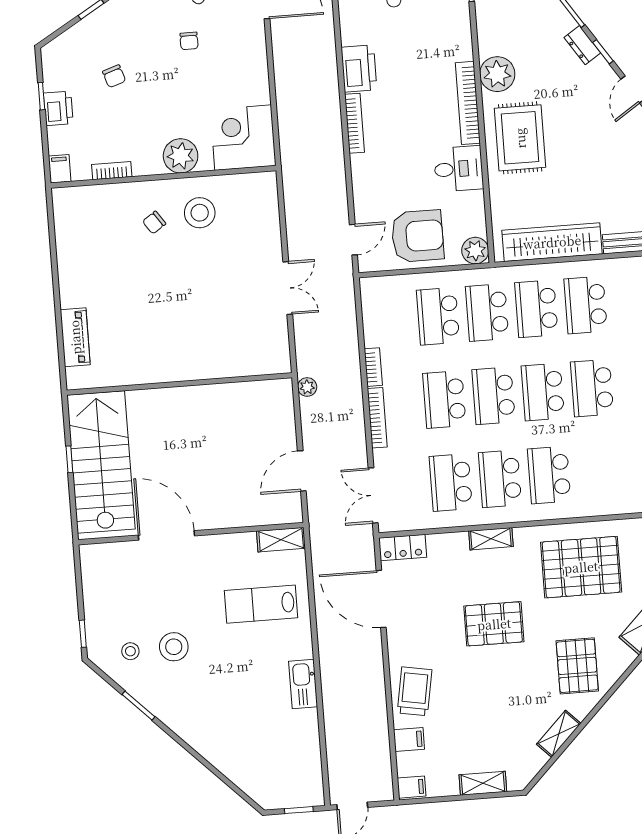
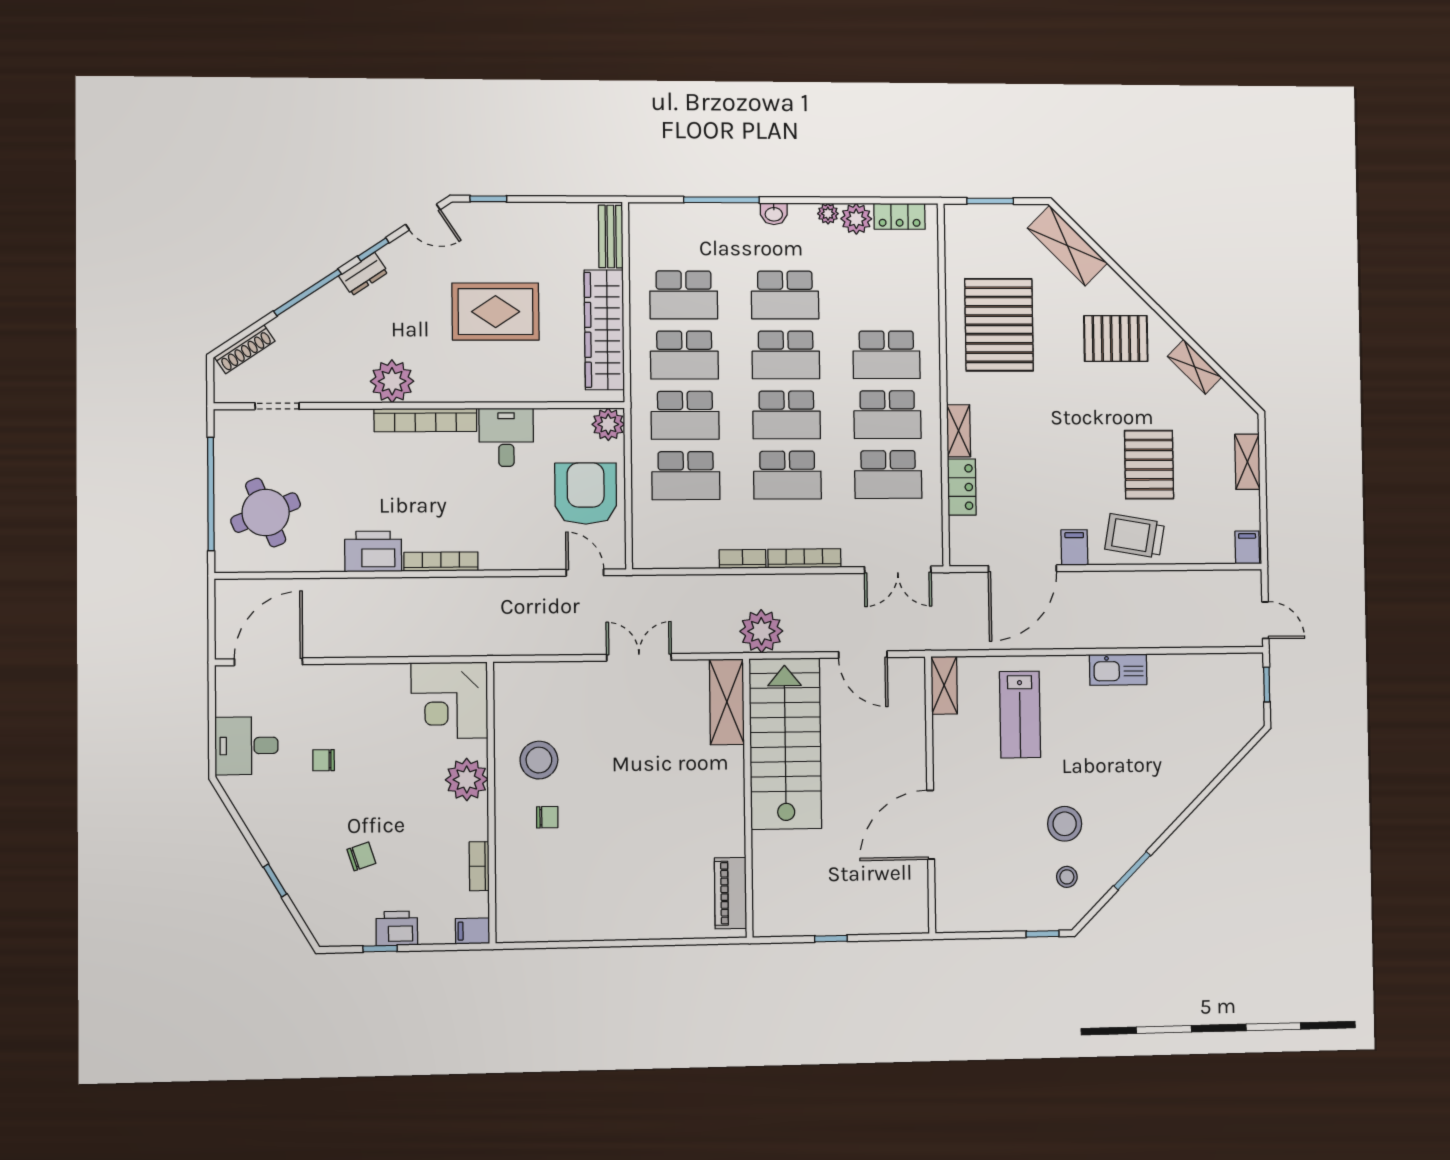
chair: (189, 41) -> (324, 760), turned 180
rug: (520, 138) -> (496, 312), moved
chair: (154, 223) -> (547, 817), turned -56
piano: (75, 337) -> (730, 893), moved, turned -90
shelving: (256, 362) -> (727, 702), added
plant: (307, 387) -> (761, 631), width x1.88, depth x1.88
stairs: (101, 462) -> (785, 744), moved, turned 90
locker: (403, 548) -> (962, 487), moved
pallet: (494, 624) -> (1149, 465), moved
filing cabinet: (409, 740) -> (1074, 548), moved

